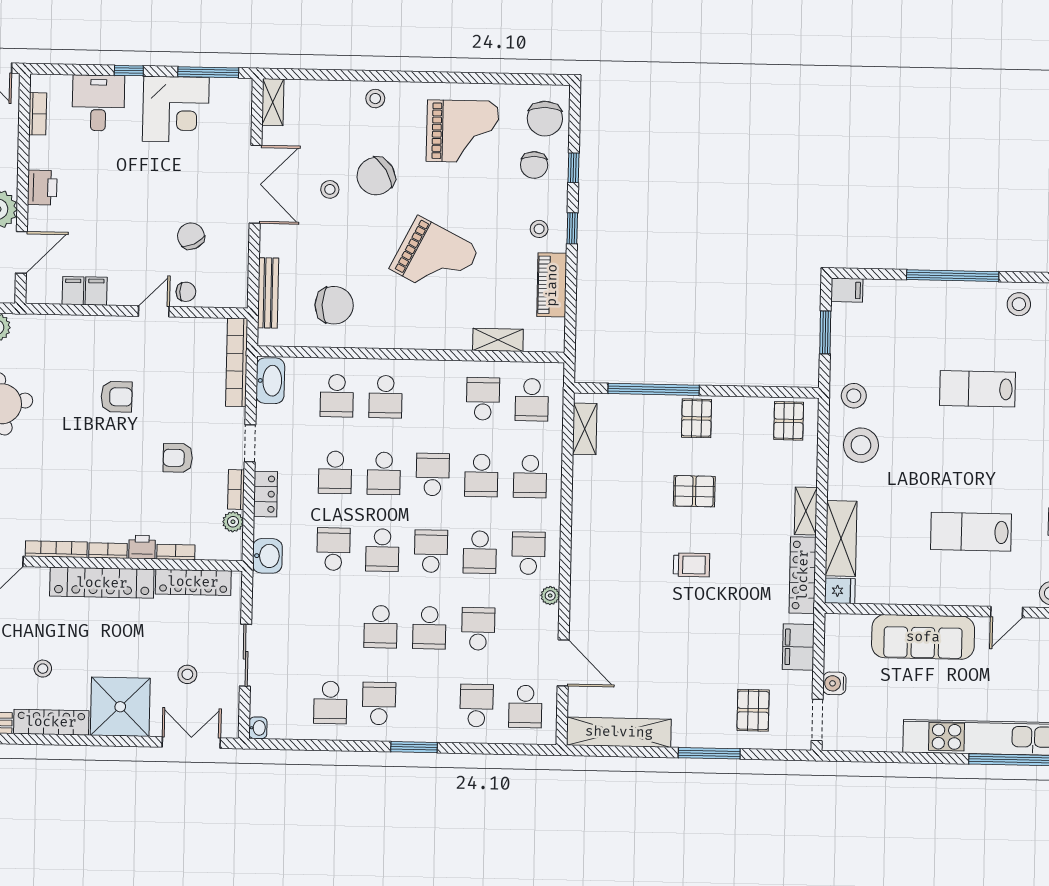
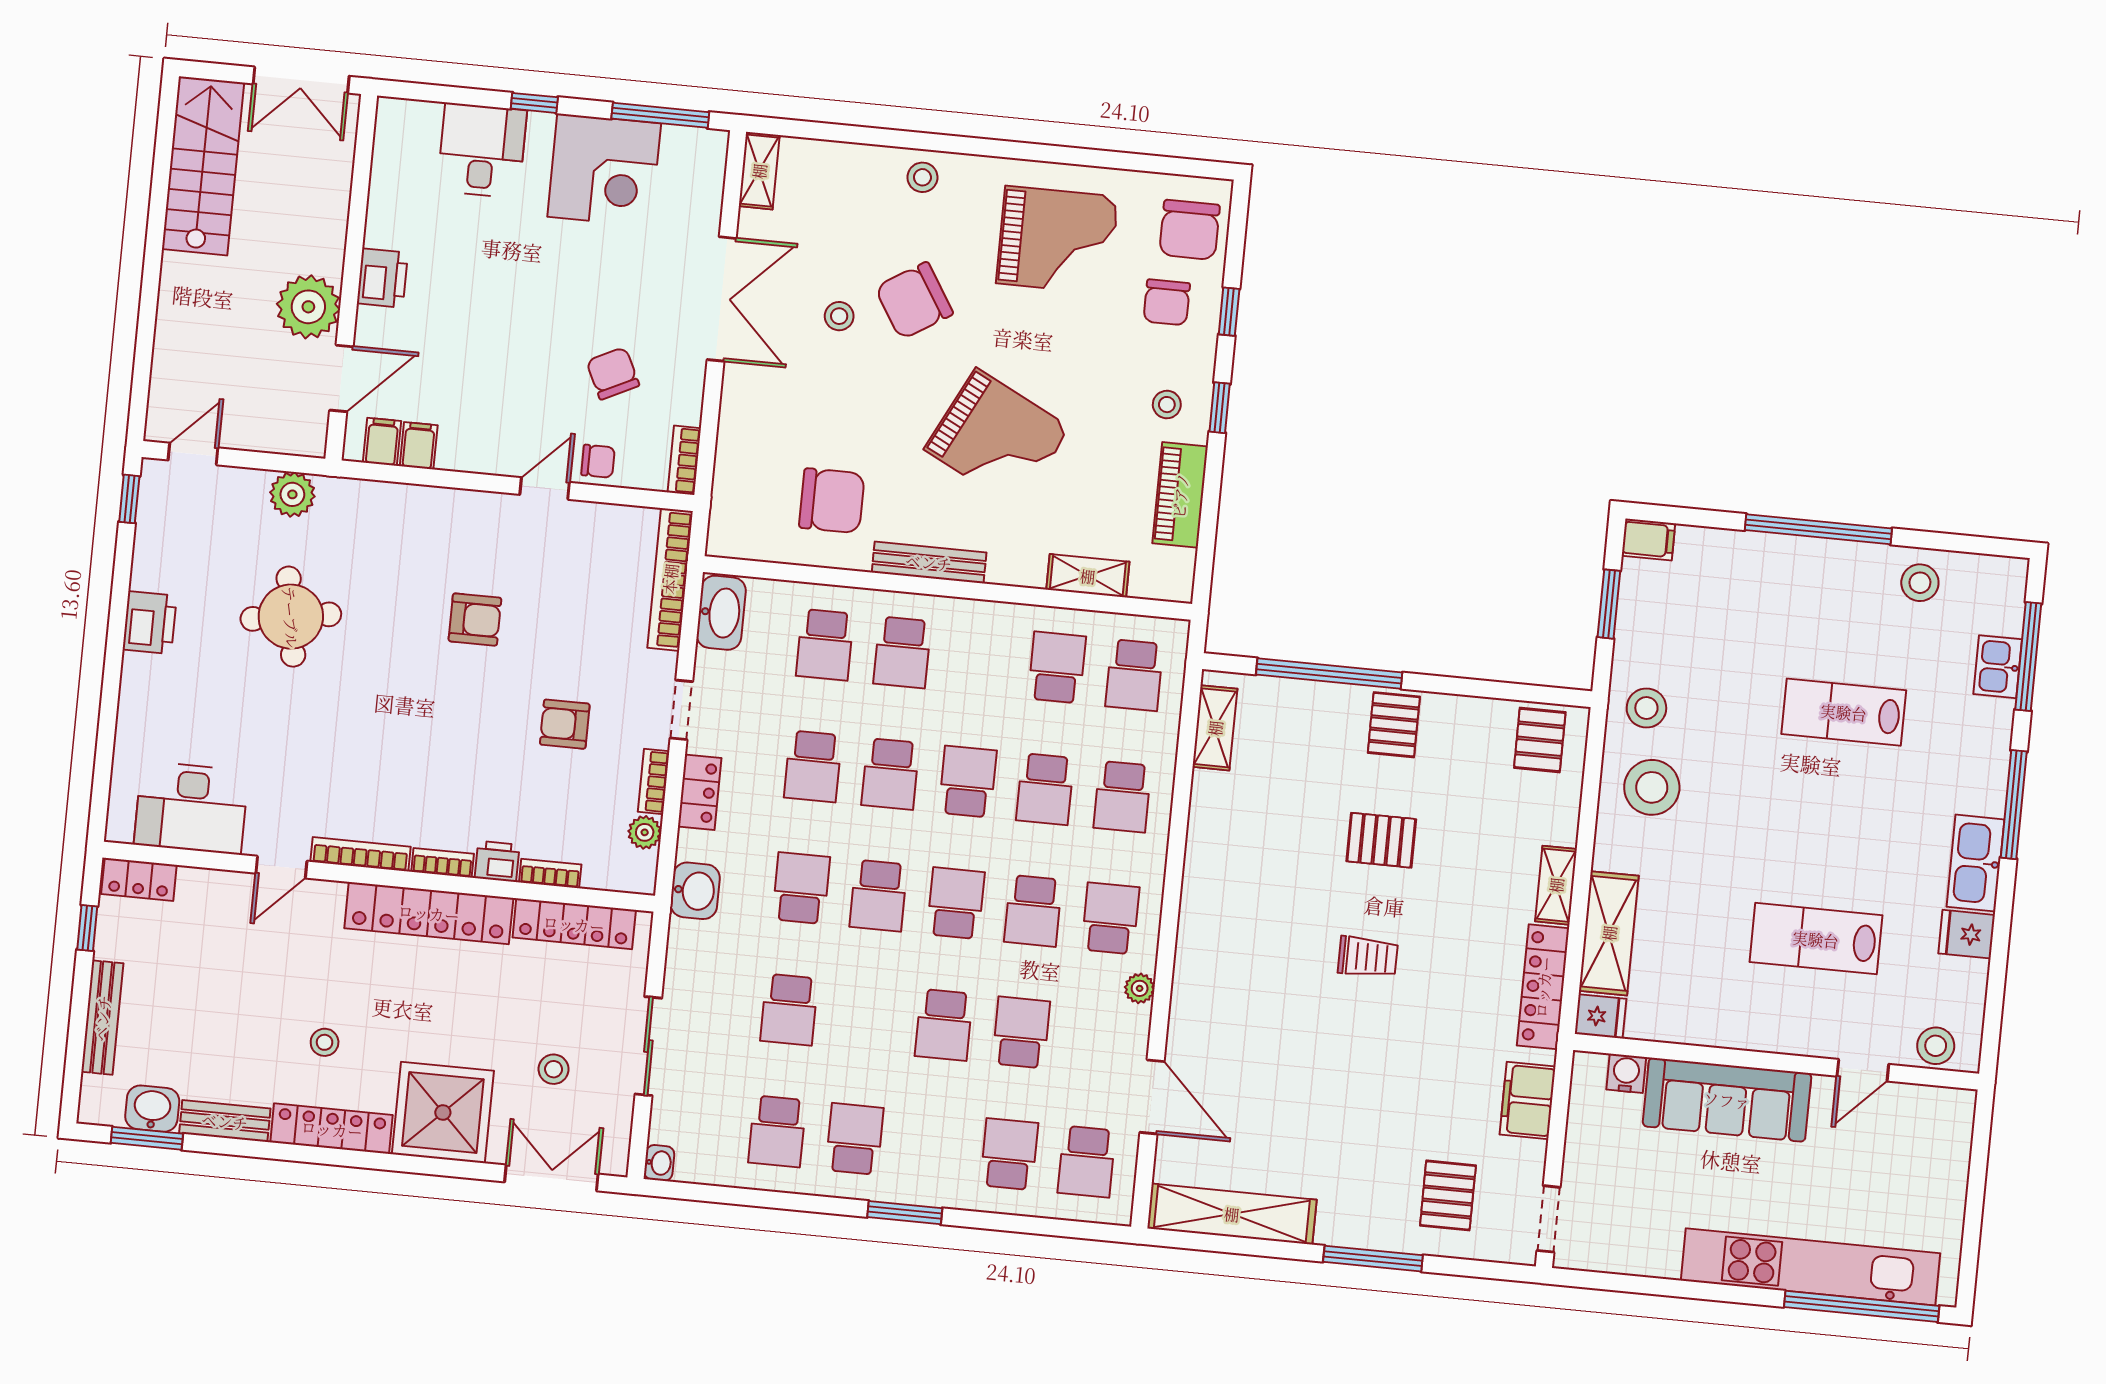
bookcase: (38, 114) -> (684, 460), moved, turned 180
filing cabinet: (96, 291) -> (382, 442), moved
bench: (268, 293) -> (929, 562), moved, turned 90
school desk: (381, 627) -> (789, 1010), moved
water cooler: (834, 683) -> (1626, 1073), moved, turned 90

